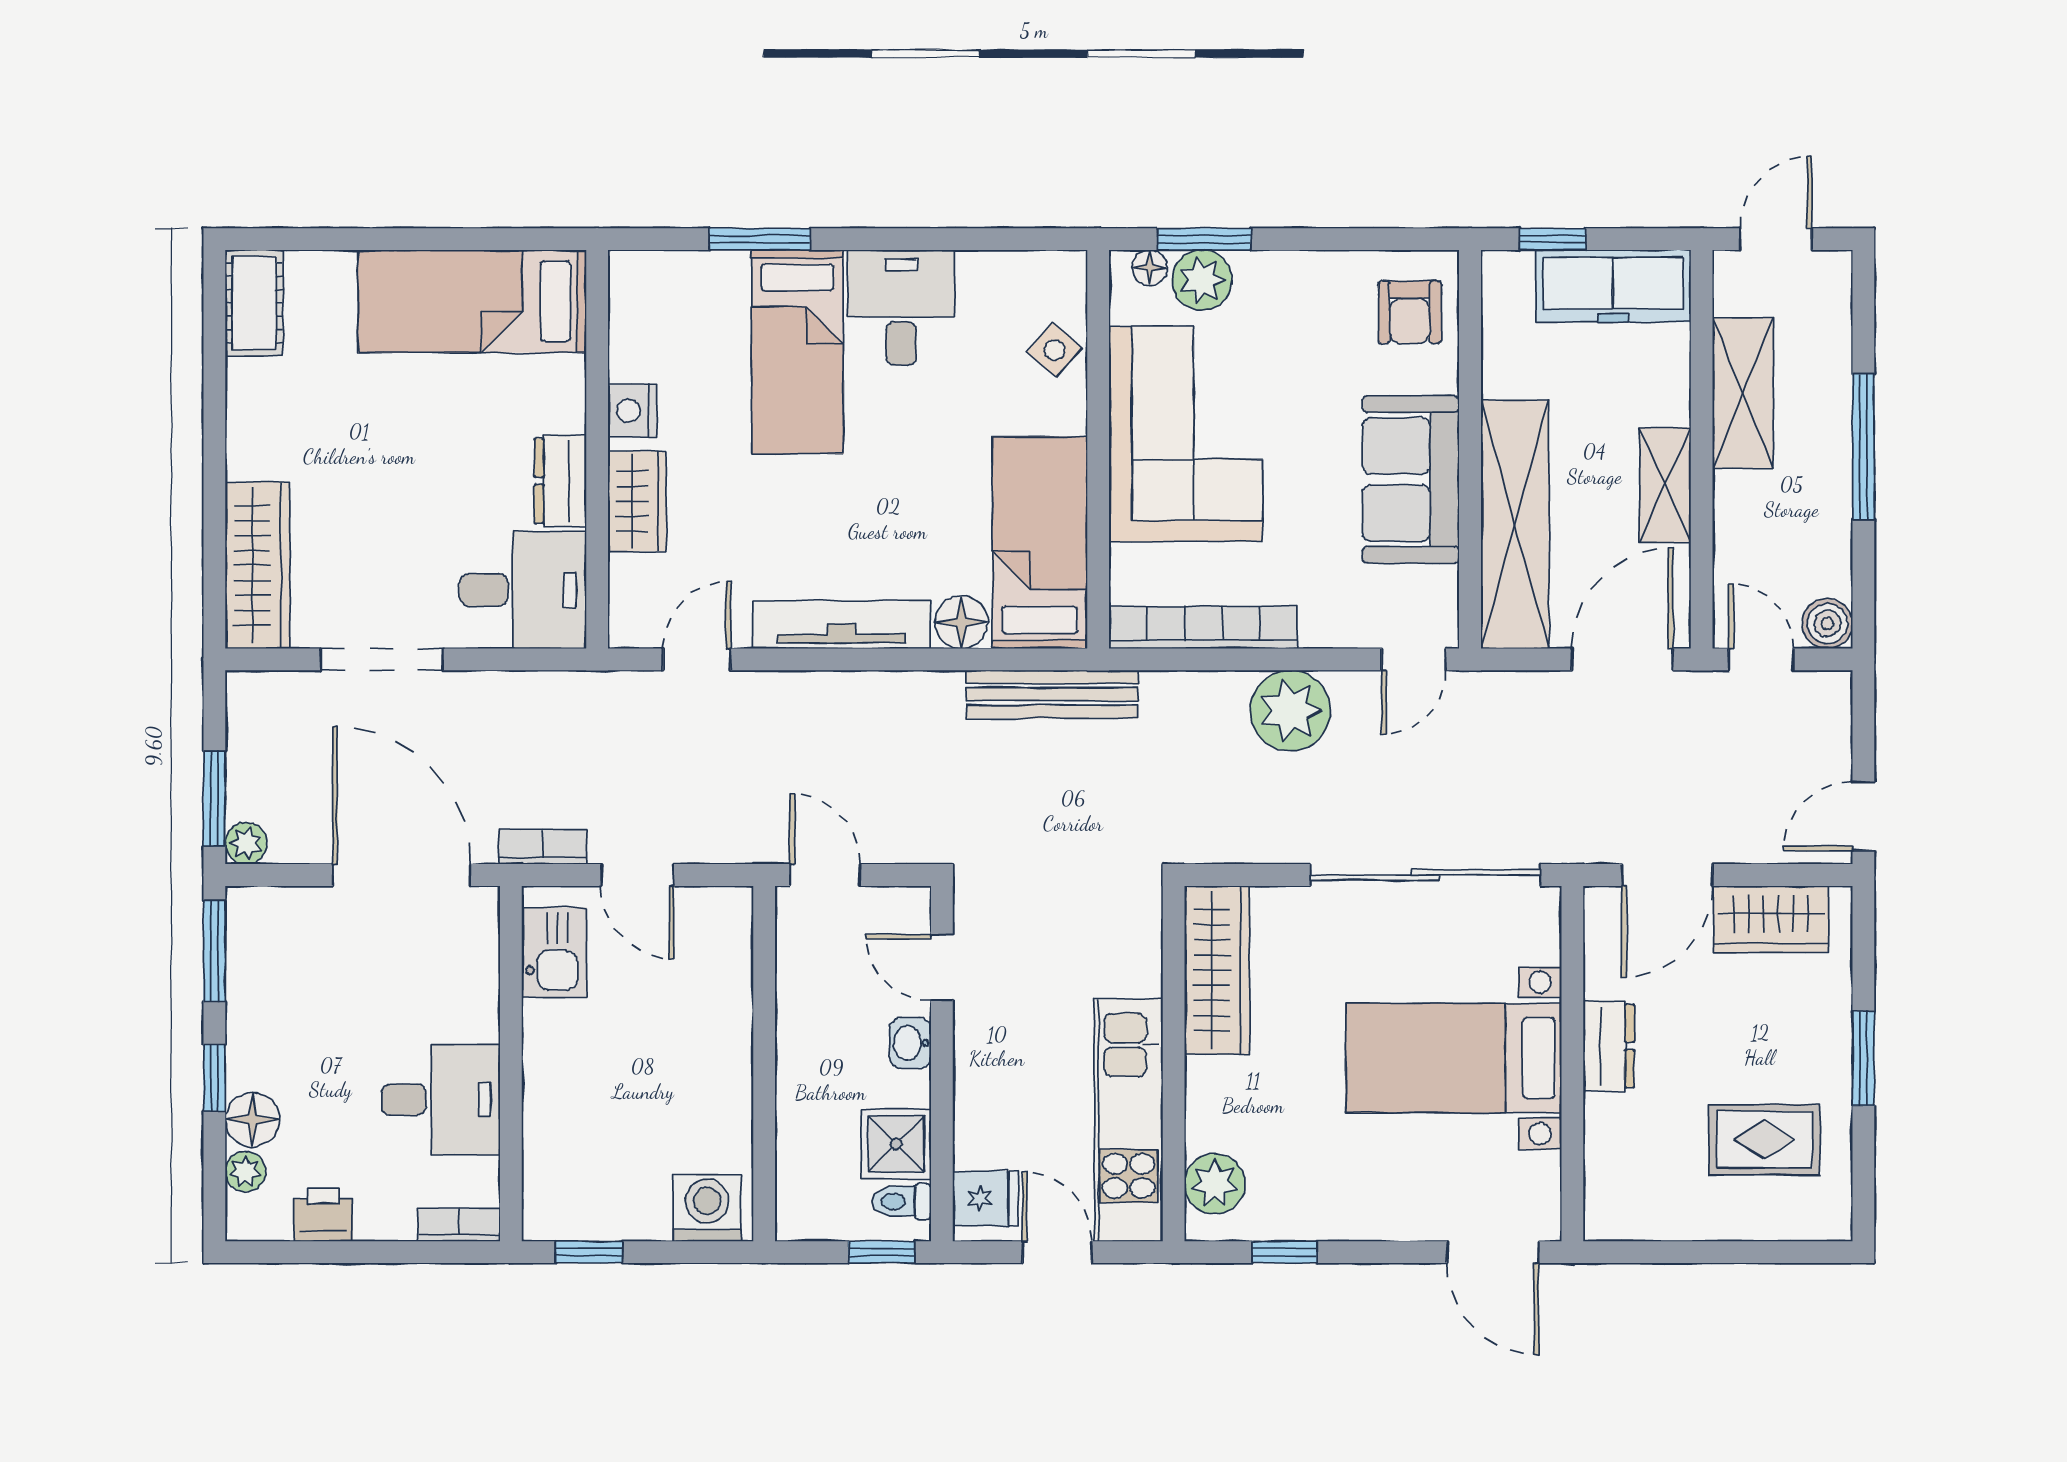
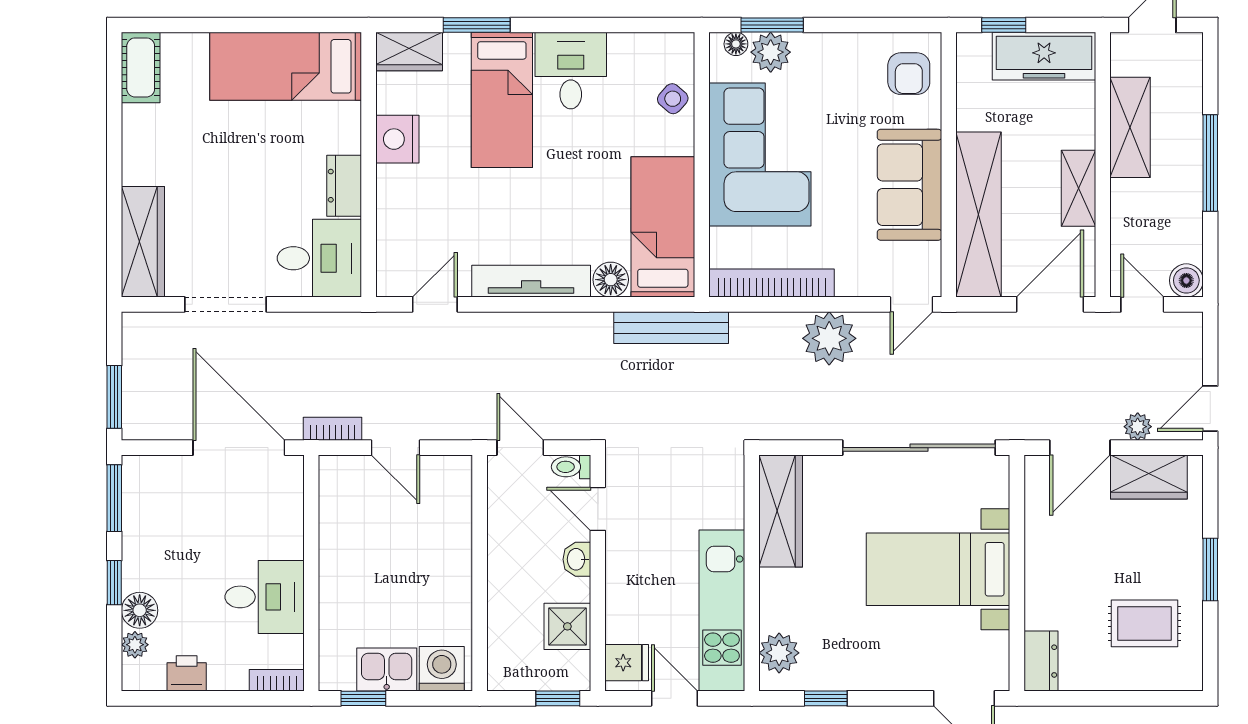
nightstand: (632, 411) -> (397, 139), width x1.36, depth x1.33
wardrobe: (637, 501) -> (409, 52), moved, turned 90
plant: (246, 843) -> (1138, 427), moved
kitchen sink: (554, 952) -> (387, 670), moved, turned -90
dresser: (1609, 1046) -> (1041, 661), moved
toilet: (902, 1201) -> (571, 467), moved

